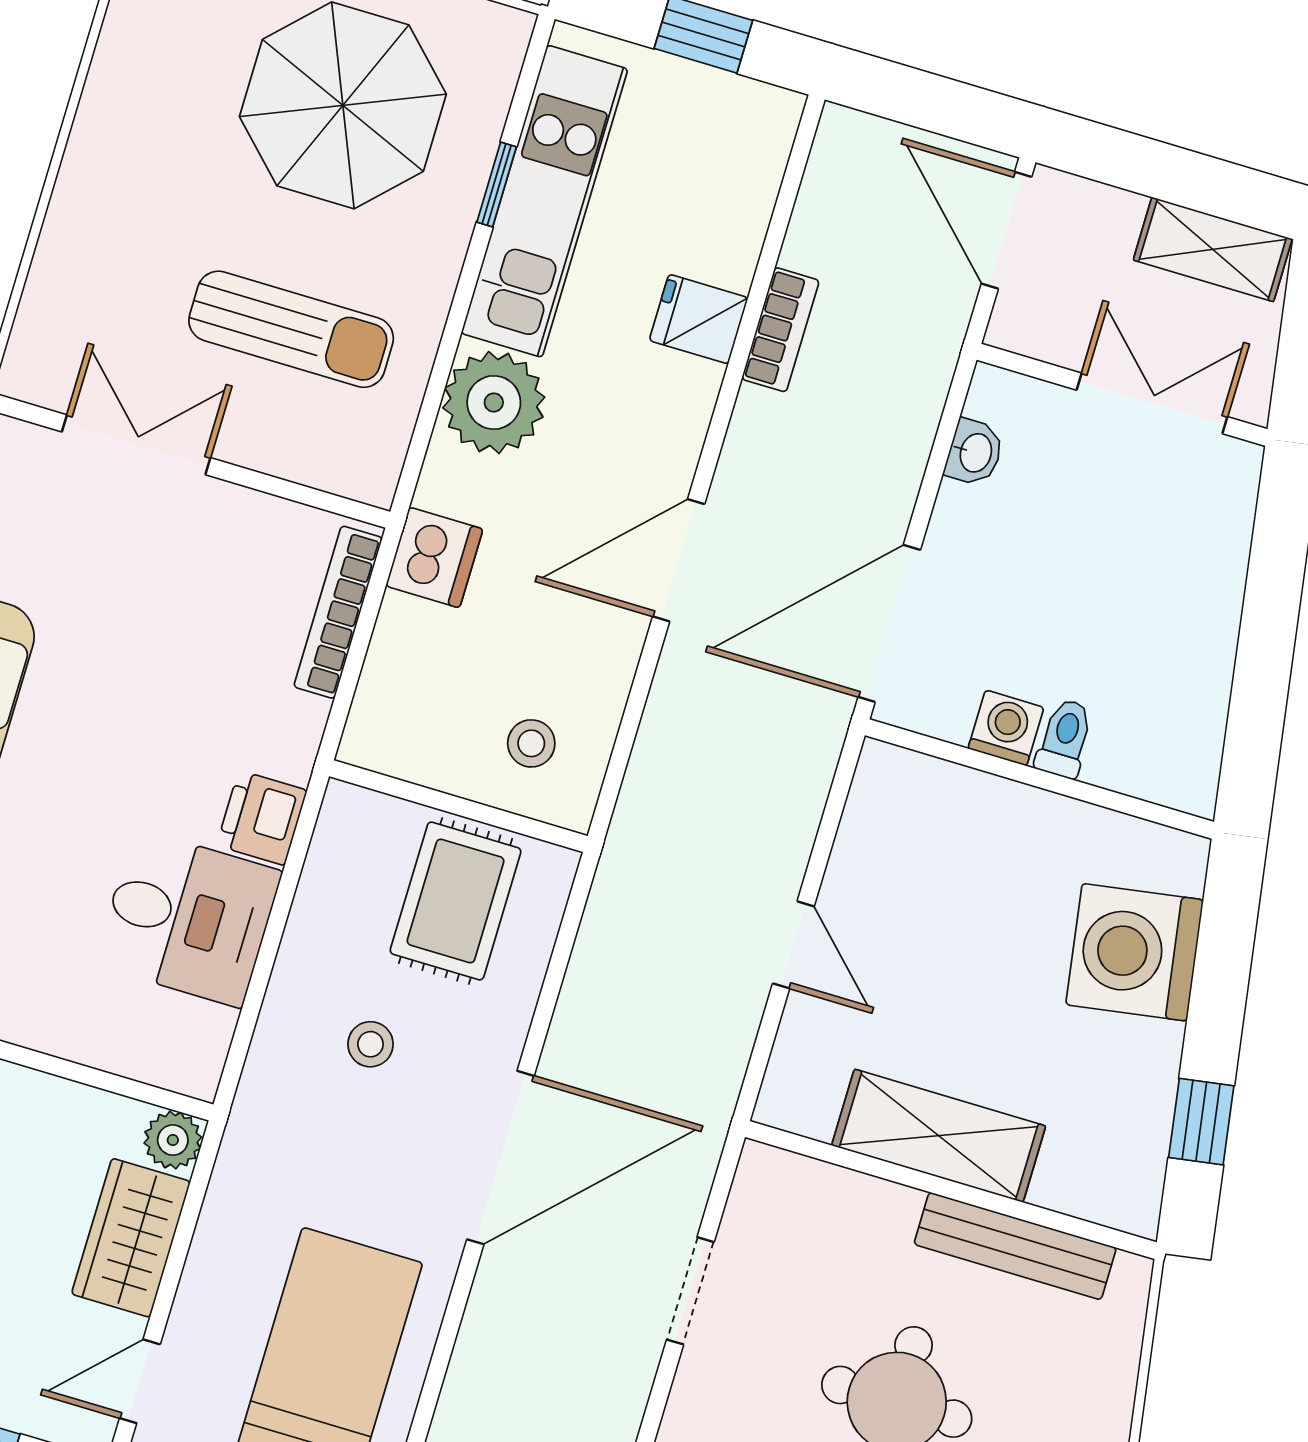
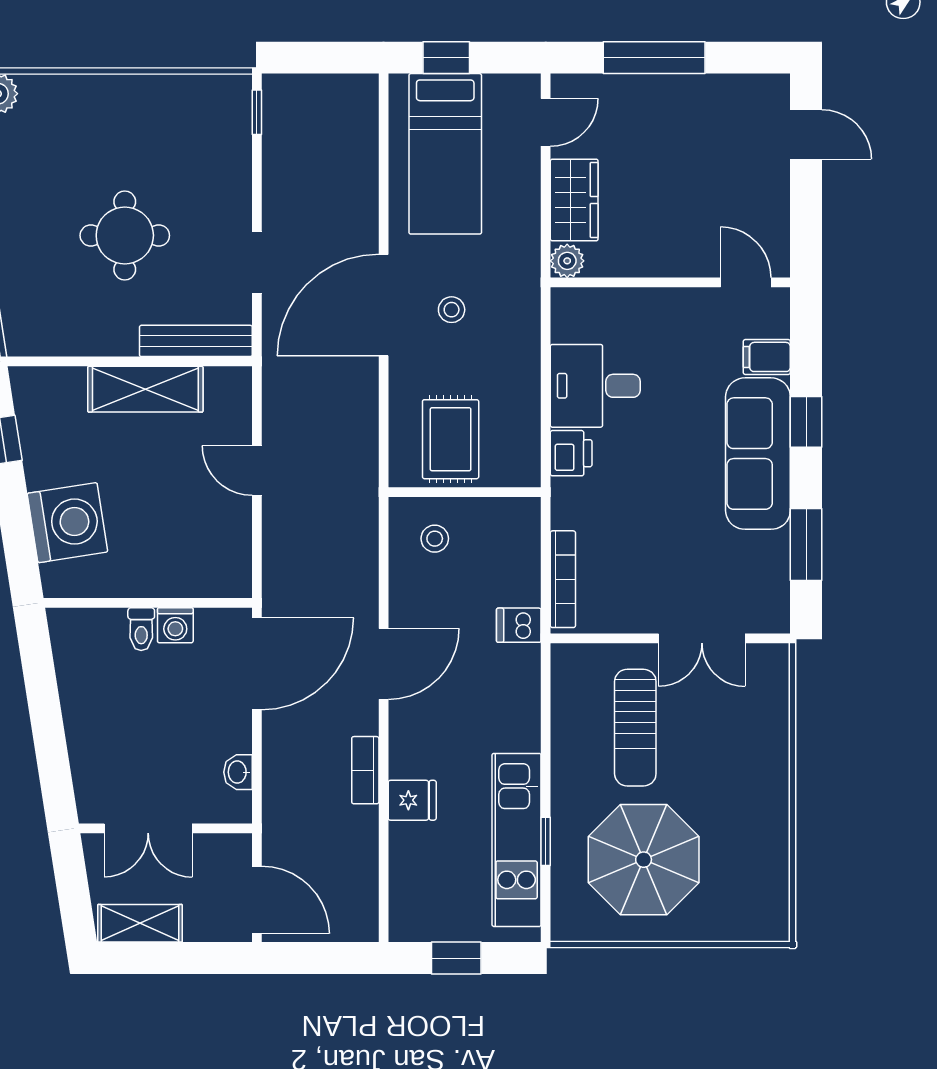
sun lounger: (291, 329) -> (635, 728), turned -90
bookcase: (780, 330) -> (365, 770), moved
plant: (494, 402) -> (511, 721), removed
dishwasher: (434, 557) -> (519, 625), width x0.73
stool: (370, 1044) -> (452, 310), moved
bench: (1015, 1246) -> (196, 341), moved

